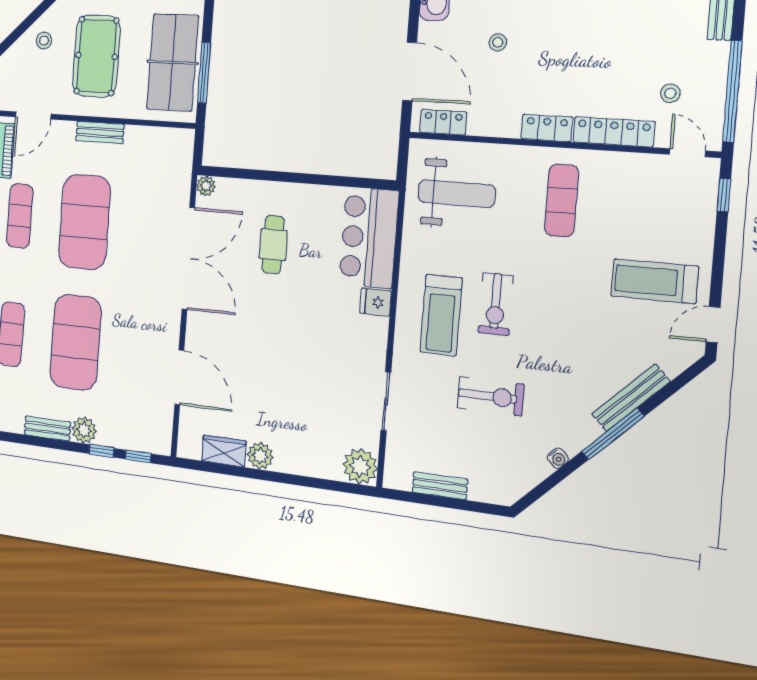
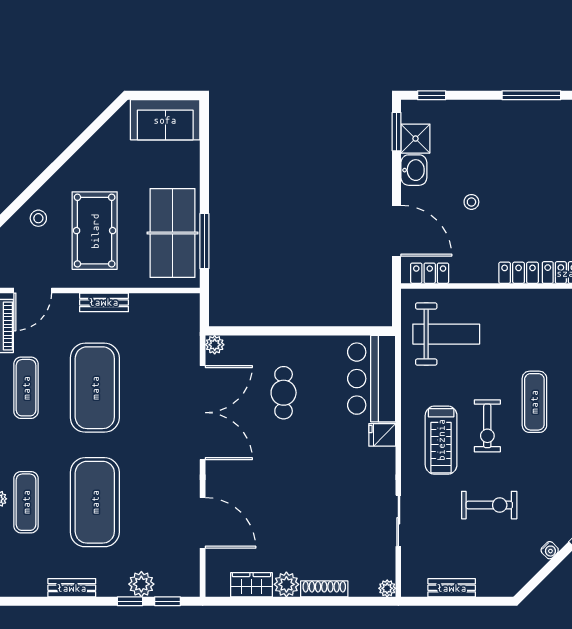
exercise mat: (562, 200) -> (534, 402), moved
plant: (84, 430) -> (141, 584), moved
shoe rack: (300, 466) -> (324, 589), added
plant: (360, 466) -> (387, 588), width x0.53, depth x0.53

